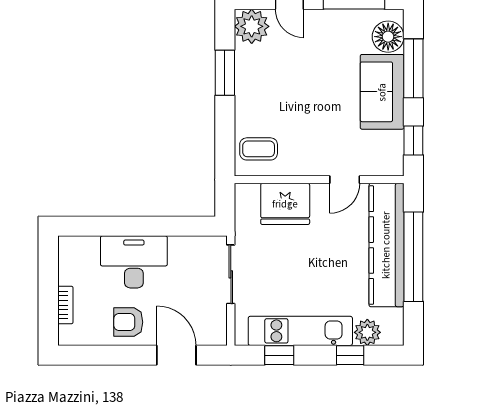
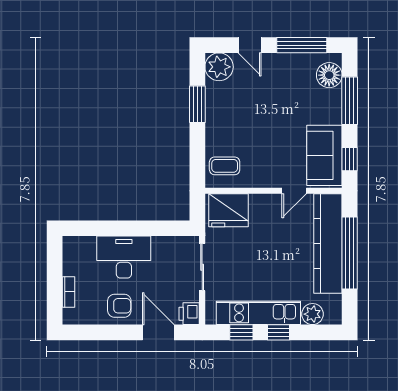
sofa: (382, 92) -> (324, 155), moved
fridge: (285, 204) -> (228, 210), moved
armchair: (128, 322) -> (119, 306), turned 180
printer: (215, 332) -> (189, 314), added
window: (350, 355) -> (279, 332), moved

